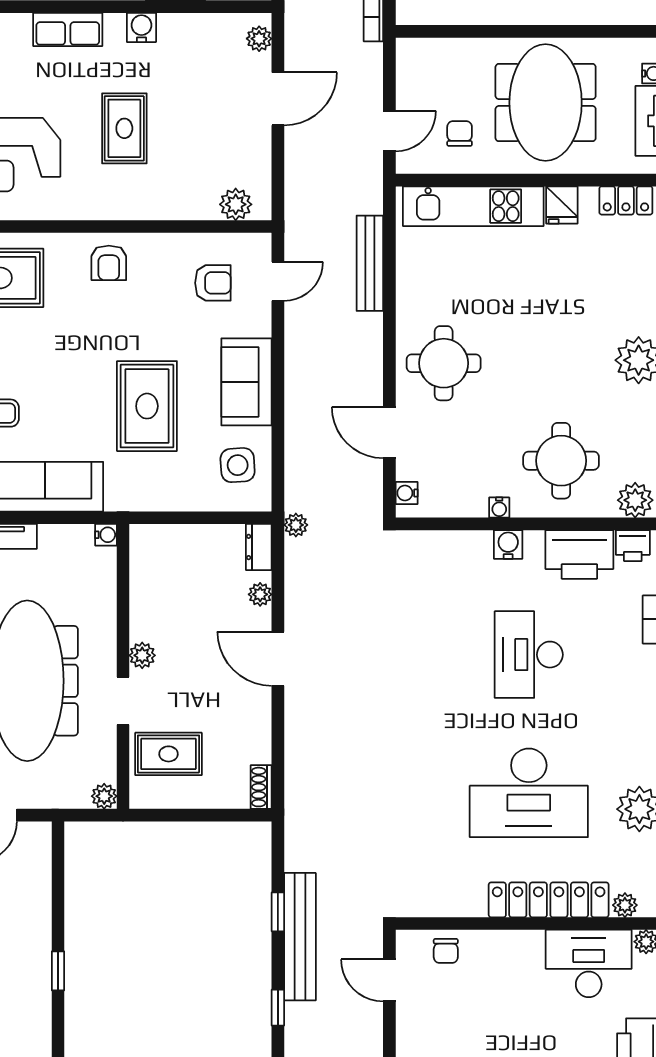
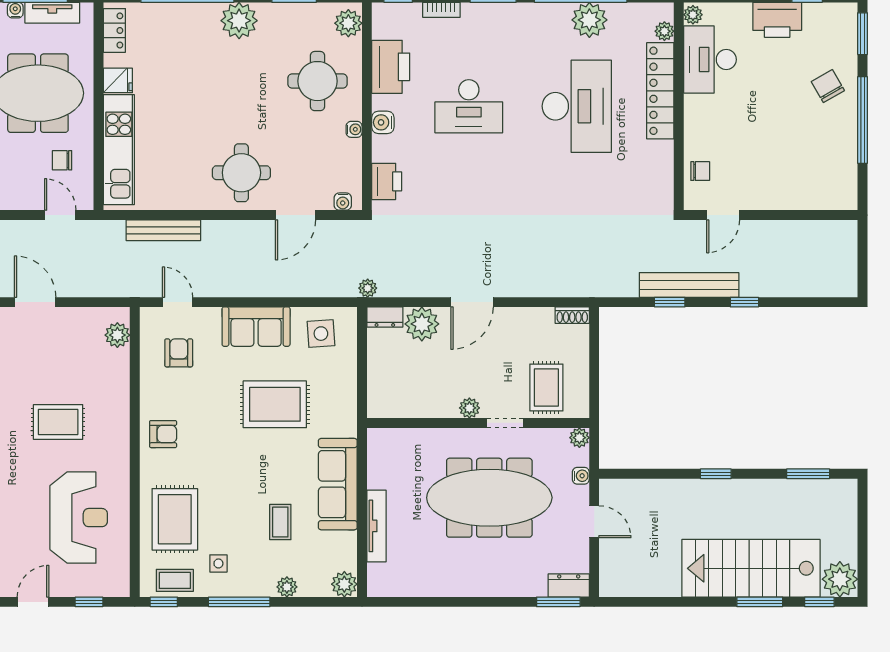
water cooler: (106, 535) -> (581, 476), moved, turned 90
printer: (633, 546) -> (387, 181), moved, width x1.36, depth x1.24
plant: (260, 594) -> (422, 324), width x1.88, depth x1.88

